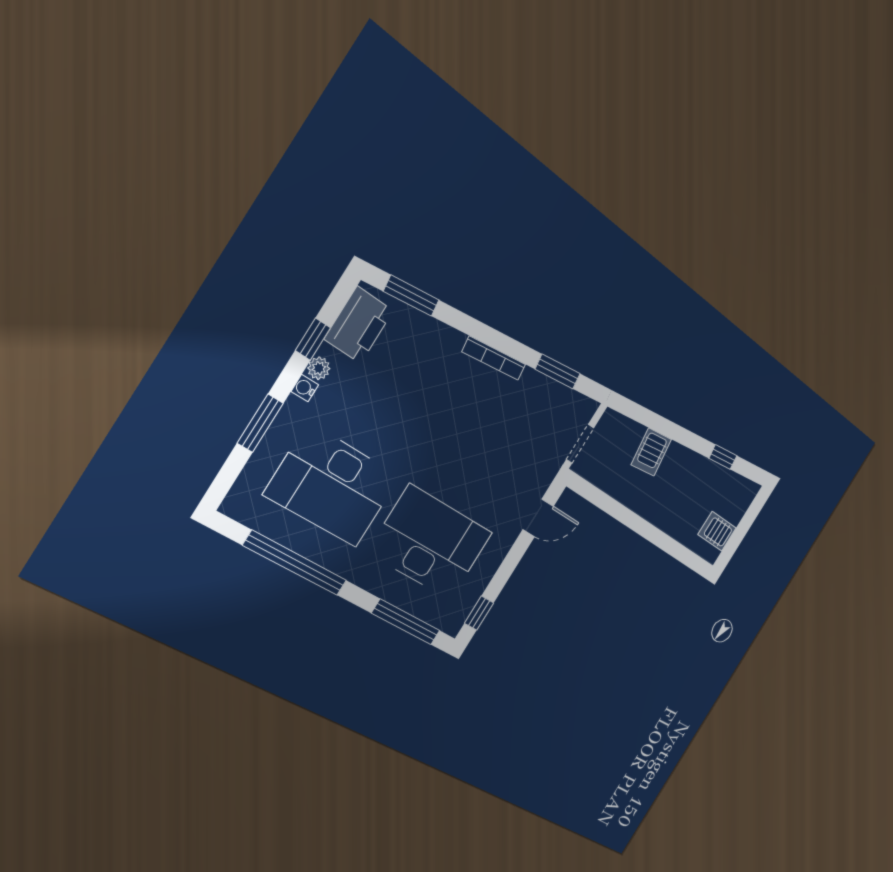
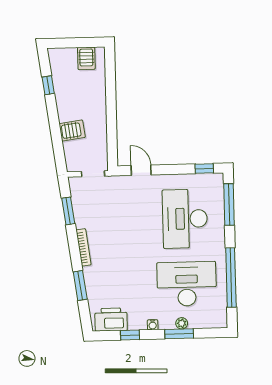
window: (411, 296) -> (80, 286), moved
plant: (319, 368) -> (182, 323), moved
desk: (333, 486) -> (187, 284), turned -90

